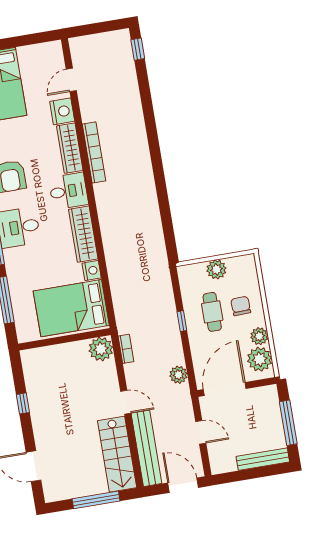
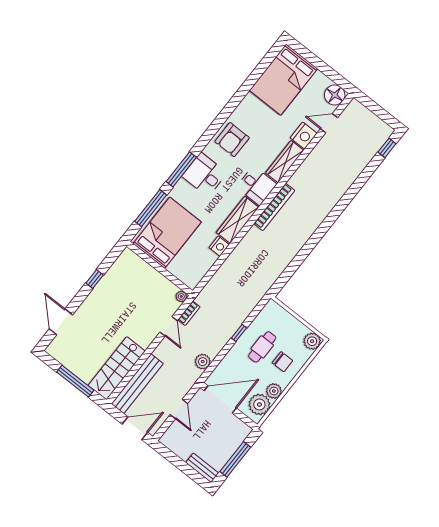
floor lamp: (51, 53) -> (335, 95), added
bookcase: (94, 152) -> (274, 207), moved
plant: (216, 269) -> (312, 341), moved
chair: (241, 306) -> (282, 362), turned 92
bed: (71, 308) -> (167, 233), moved, turned 90
plant: (101, 349) -> (181, 296), width x0.53, depth x0.53
door: (126, 402) -> (169, 326), moved
bench: (263, 459) -> (202, 468), width x0.73
door: (183, 485) -> (135, 428), hinge flipped

